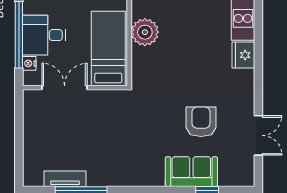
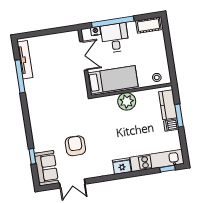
armchair: (201, 122) -> (75, 146), turned -90
sofa: (191, 172) -> (46, 168), moved
tv unit: (65, 179) -> (25, 60), width x1.41

